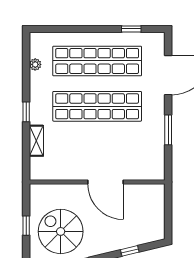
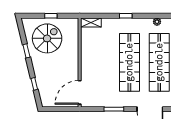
shelving: (36, 141) -> (91, 22), moved
door: (106, 182) -> (80, 92), moved

